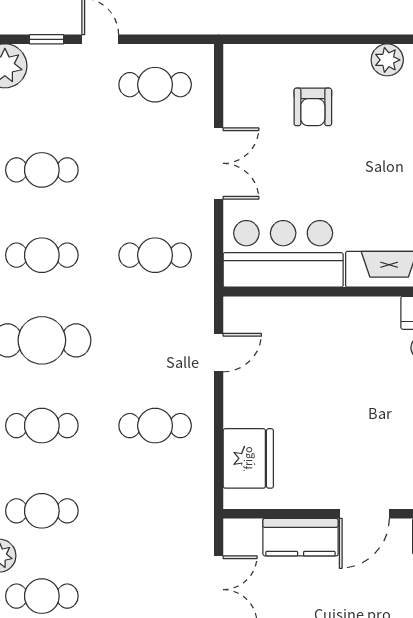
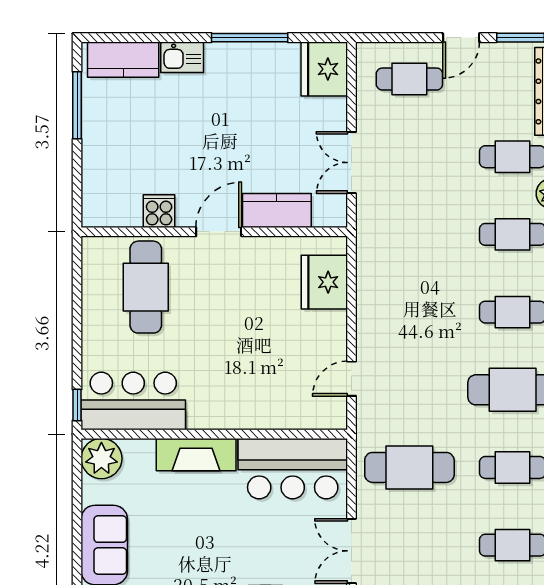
cafe table: (155, 255) -> (409, 467), width x1.37, depth x1.35
cafe table: (155, 426) -> (409, 312), removed

